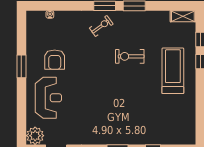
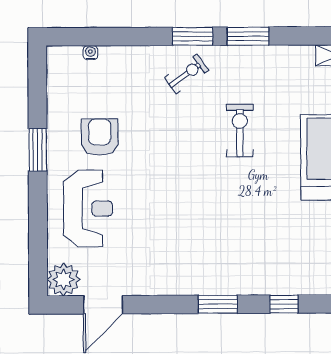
exercise bike: (130, 56) -> (240, 131), turned 90
armchair: (55, 60) -> (100, 137), turned 180

